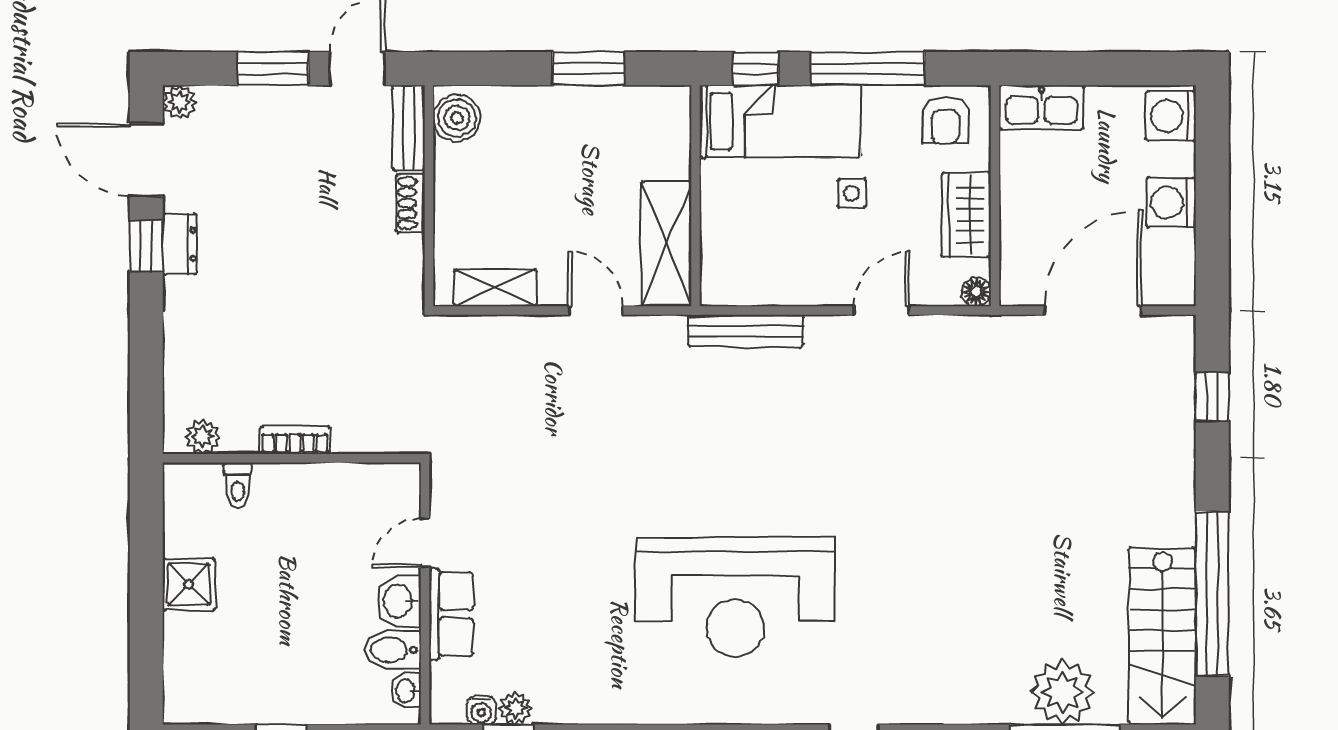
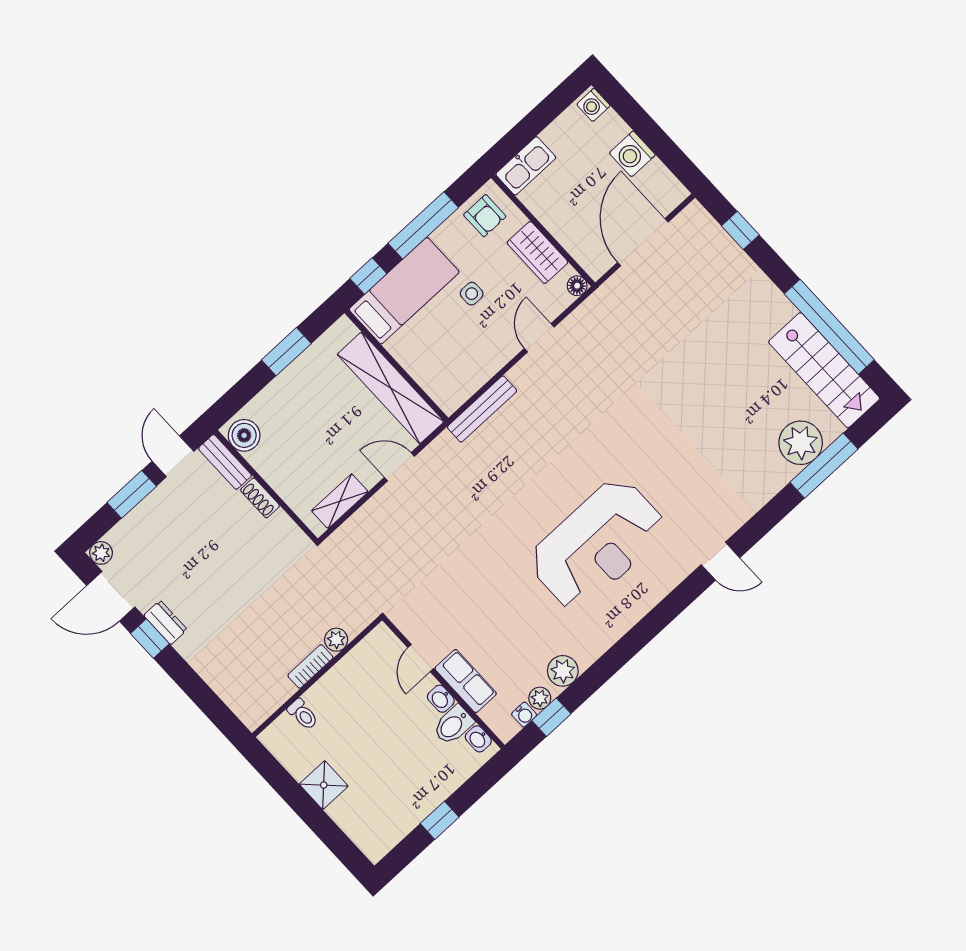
washing machine: (1171, 116) -> (593, 105), width x0.73, depth x0.73
shelving: (666, 244) -> (391, 388), width x1.47
plant: (203, 437) -> (336, 640), moved
washbasin: (399, 601) -> (441, 699), width x0.72, depth x0.69
plant: (568, 702) -> (563, 671), added

